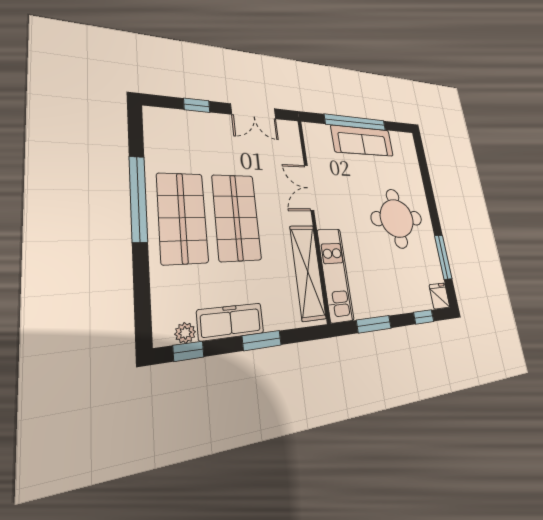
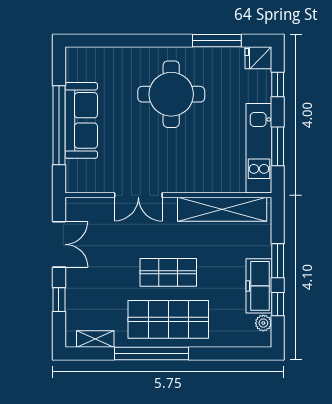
shelving: (154, 138) -> (95, 339), added
shop shelf: (236, 217) -> (168, 272), width x0.70, depth x0.74
kitchen unit: (335, 275) -> (259, 148), moved, turned -90
window: (188, 351) -> (278, 304), moved

